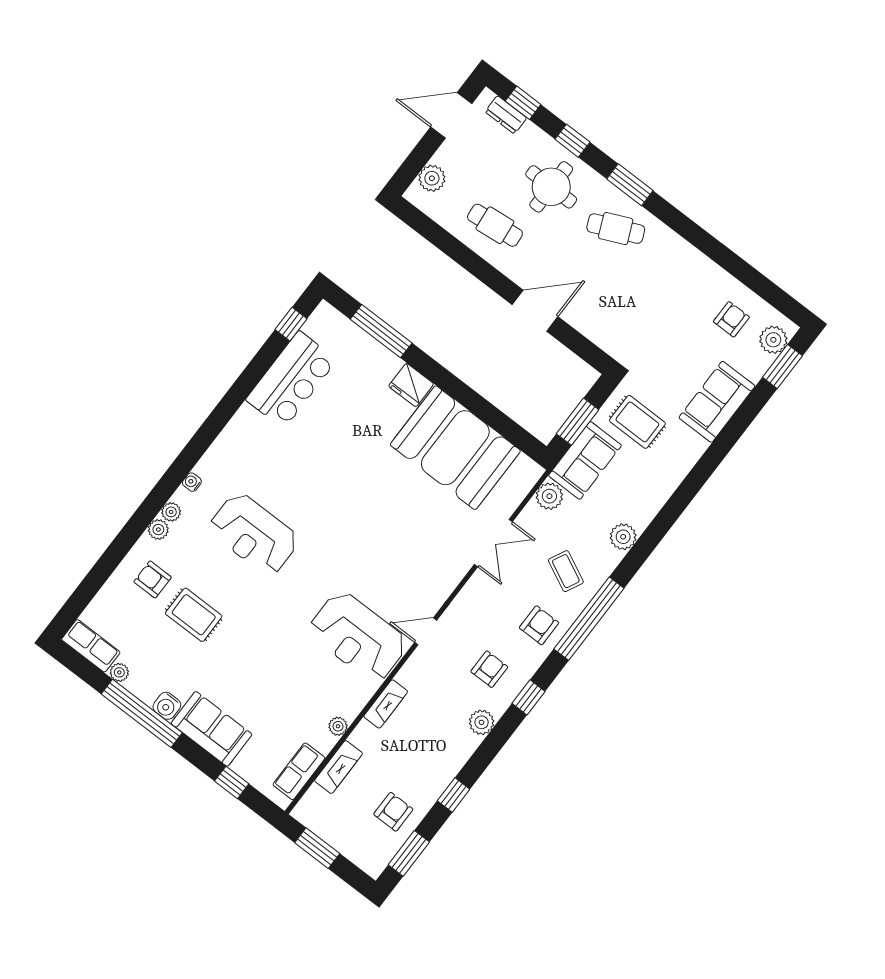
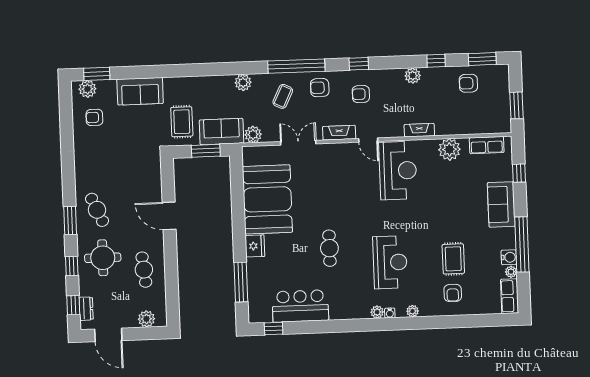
cafe table: (333, 474) -> (329, 248), added
plant: (158, 530) -> (377, 312), moved
water cooler: (167, 706) -> (509, 257), moved
plant: (482, 722) -> (413, 76), moved
plant: (338, 726) -> (449, 149), width x1.88, depth x1.88
fireplace: (339, 767) -> (339, 133), moved

